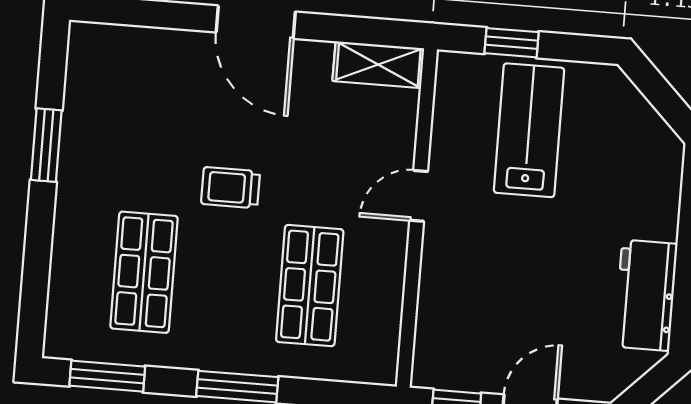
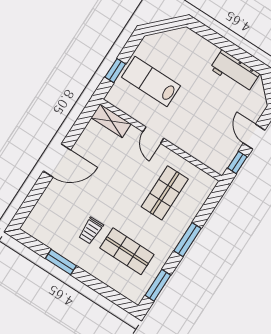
shelving: (378, 65) -> (111, 121), moved, turned 90
trolley: (231, 188) -> (91, 231), moved
shop shelf: (310, 286) -> (165, 193), turned 90

